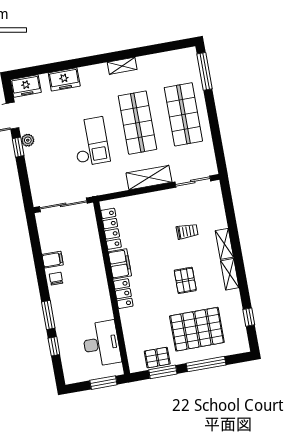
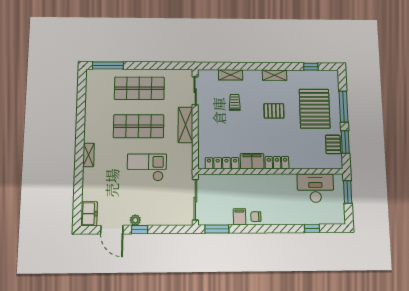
shelving: (122, 66) -> (89, 155), moved
freezer: (64, 79) -> (90, 180), removed
shelving: (224, 244) -> (231, 75), moved
window: (48, 315) -> (217, 229), moved

